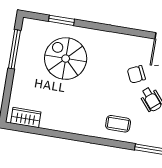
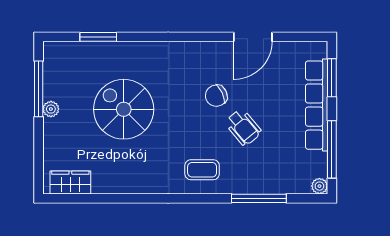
spiral stairs: (66, 59) -> (124, 109), moved
plant: (21, 65) -> (51, 109), added

